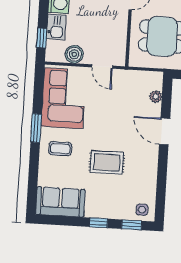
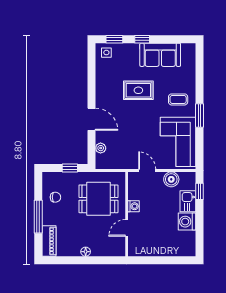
washing machine: (121, 25) -> (133, 206), added
sofa: (60, 202) -> (160, 55), moved

